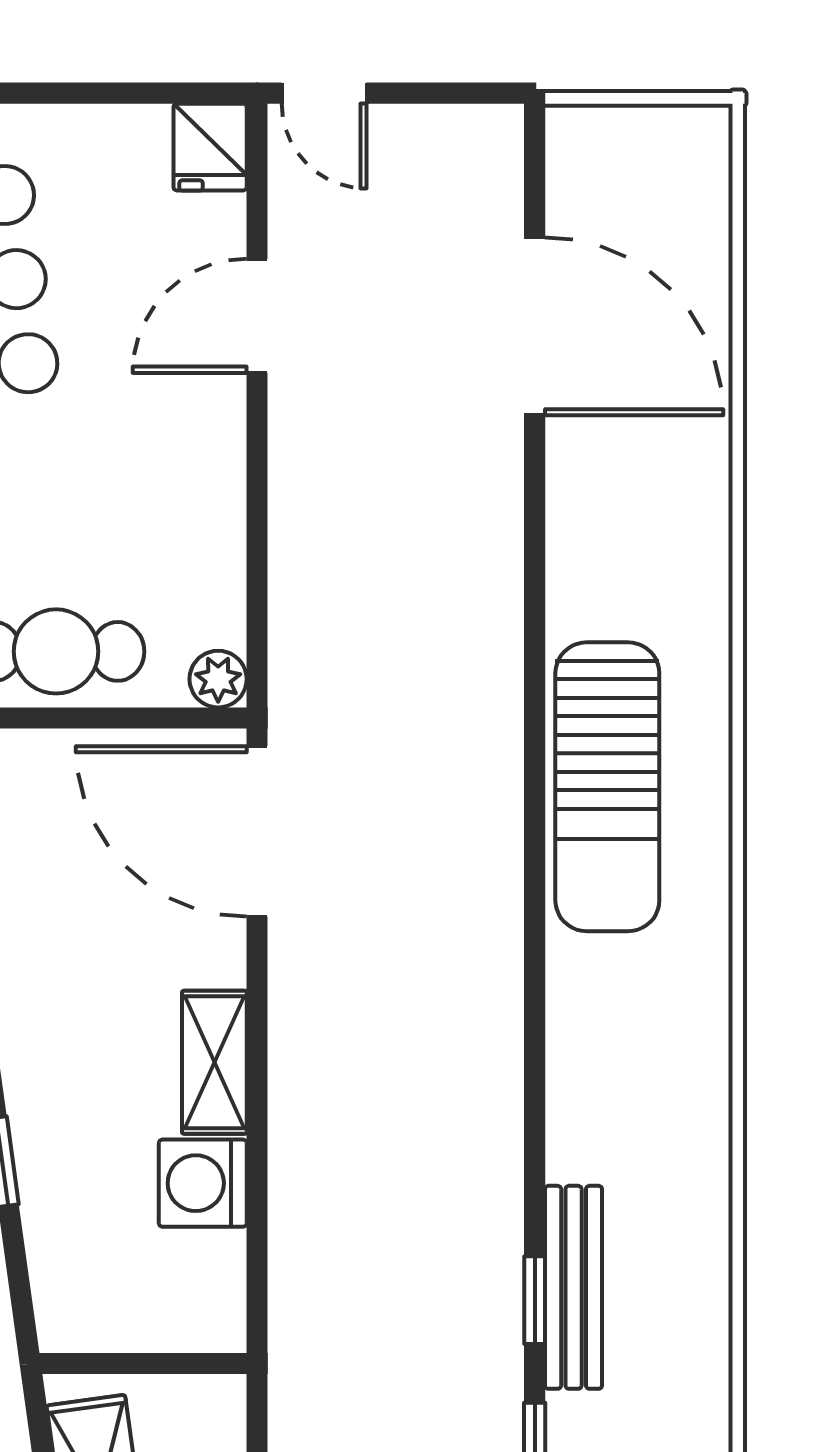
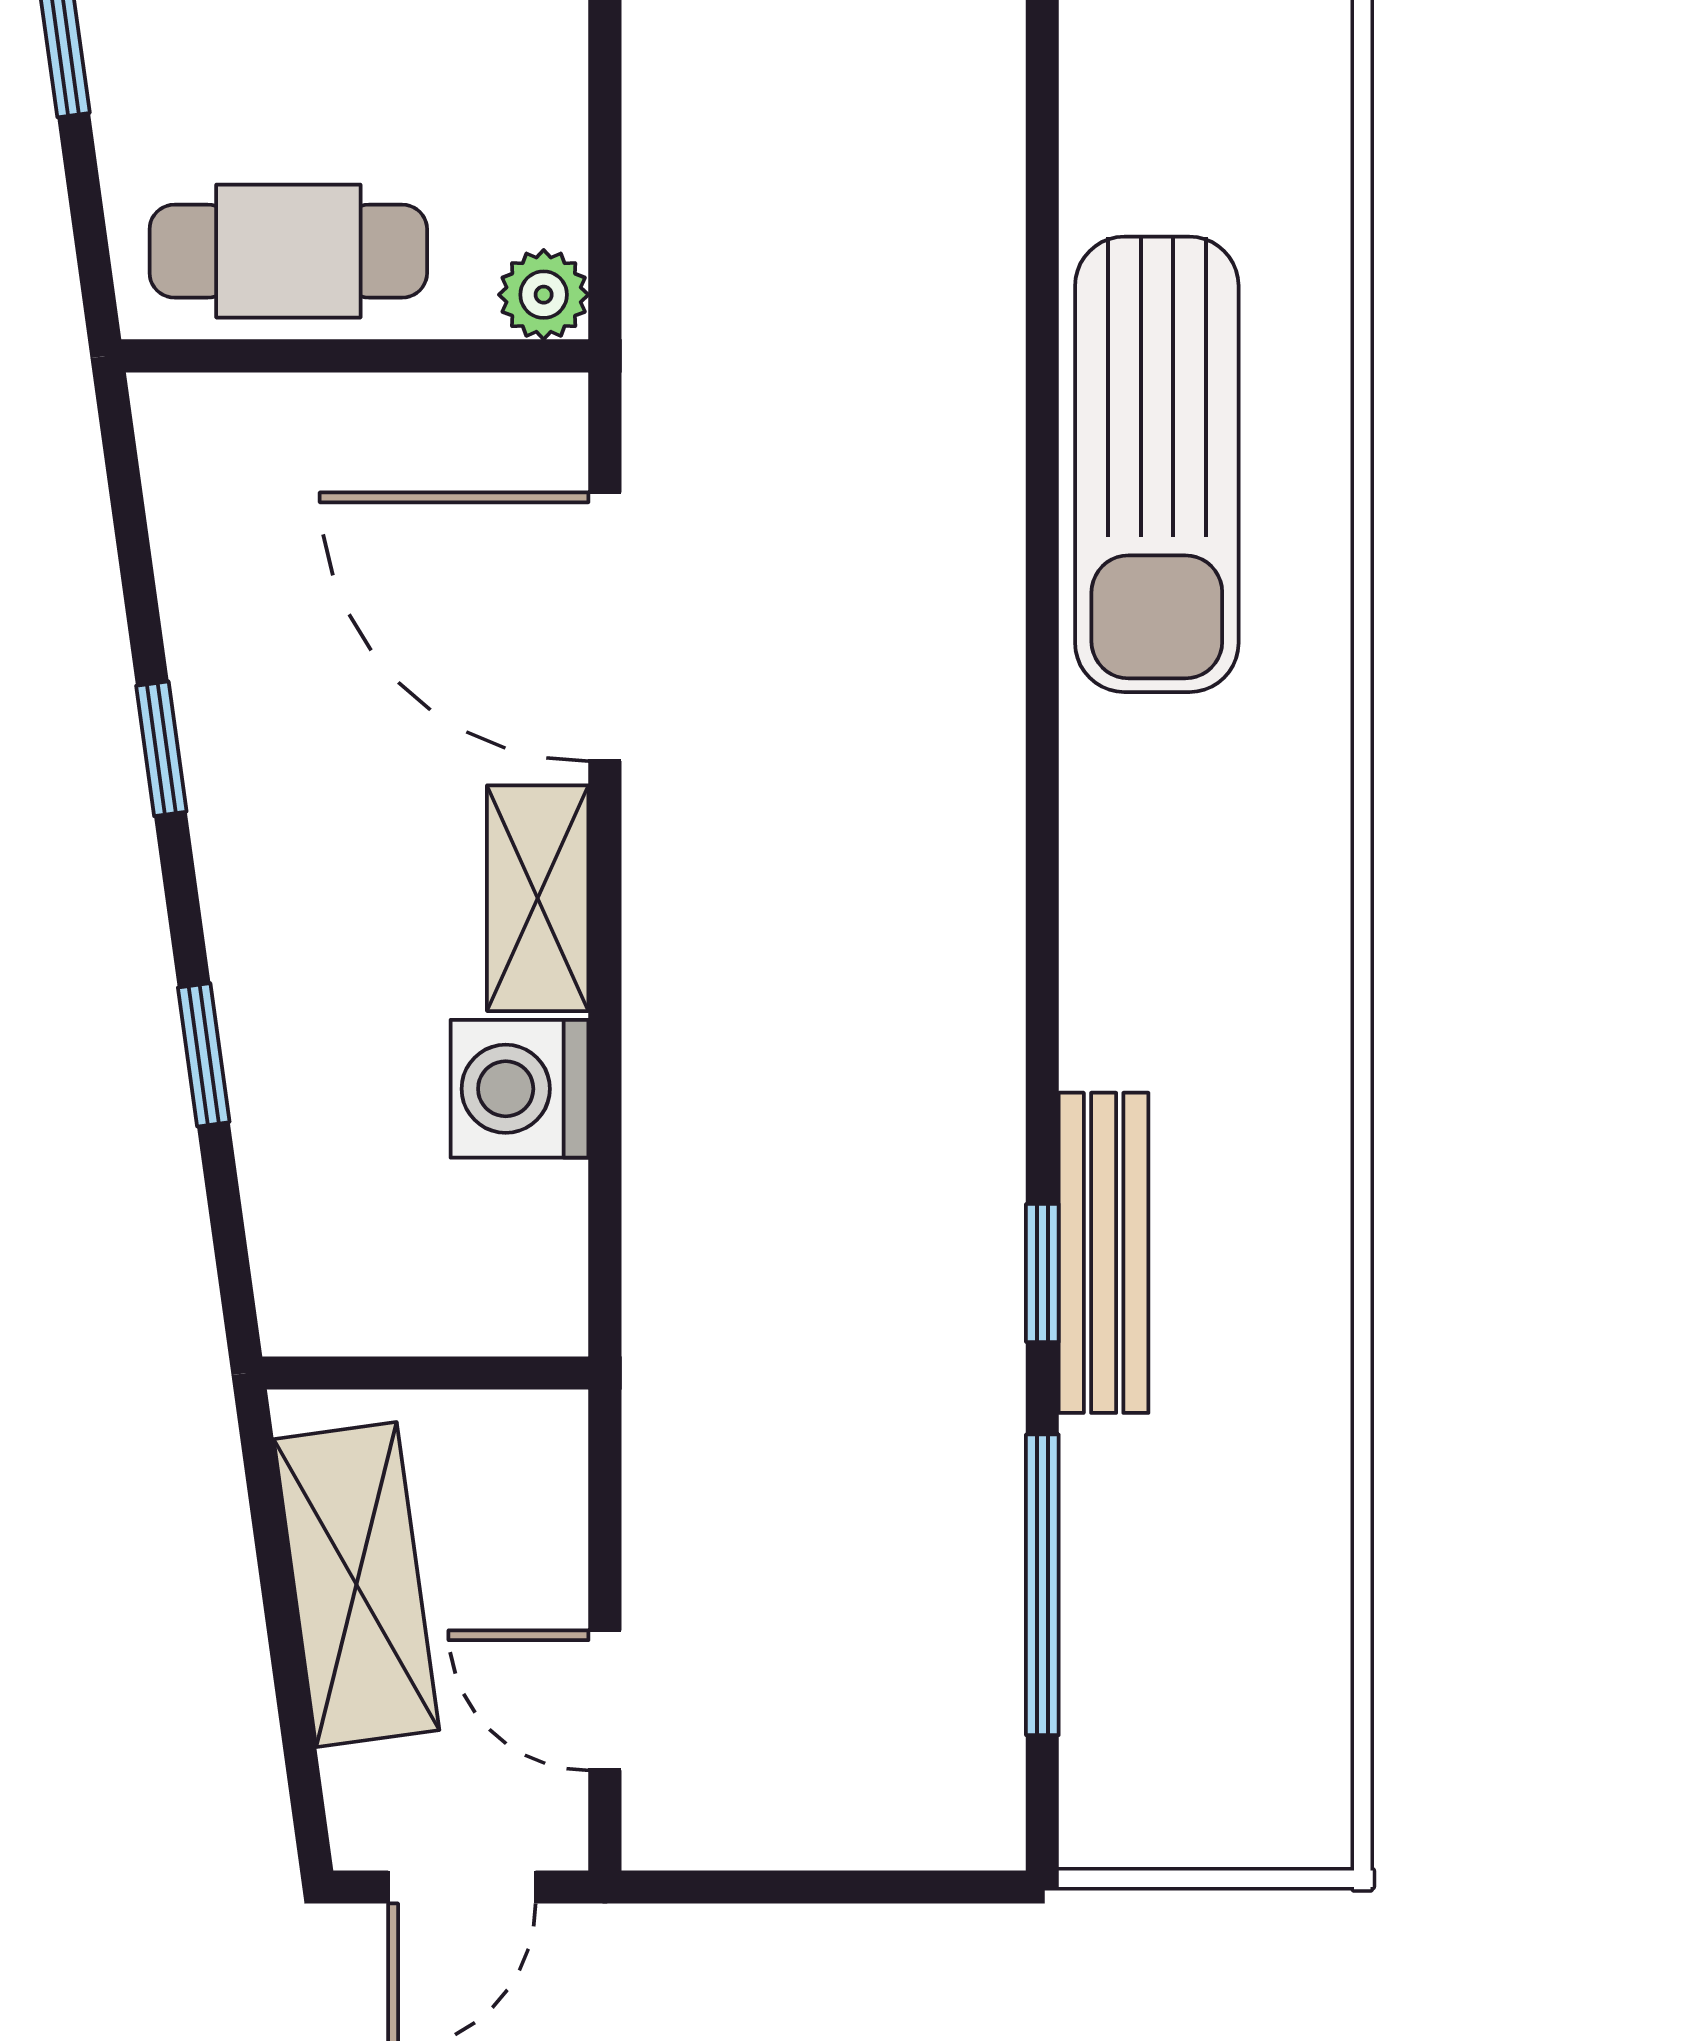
door: (257, 831) -> (605, 627), moved

